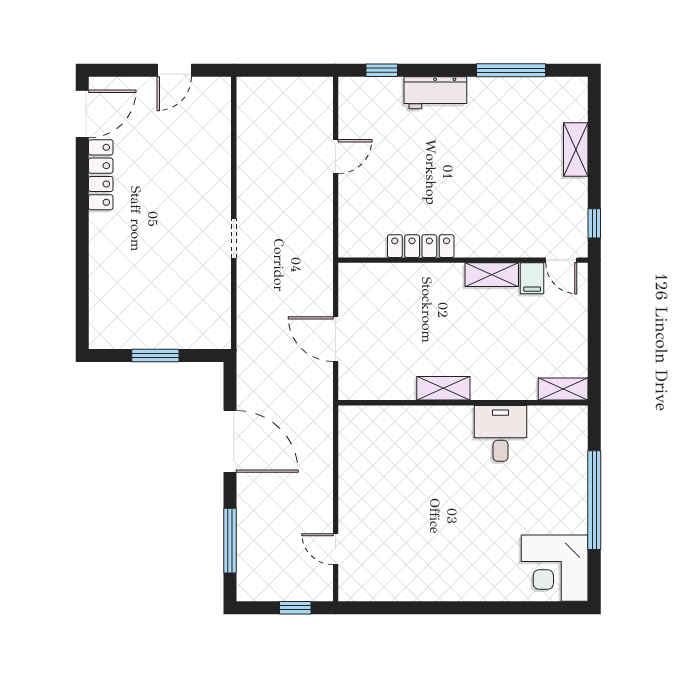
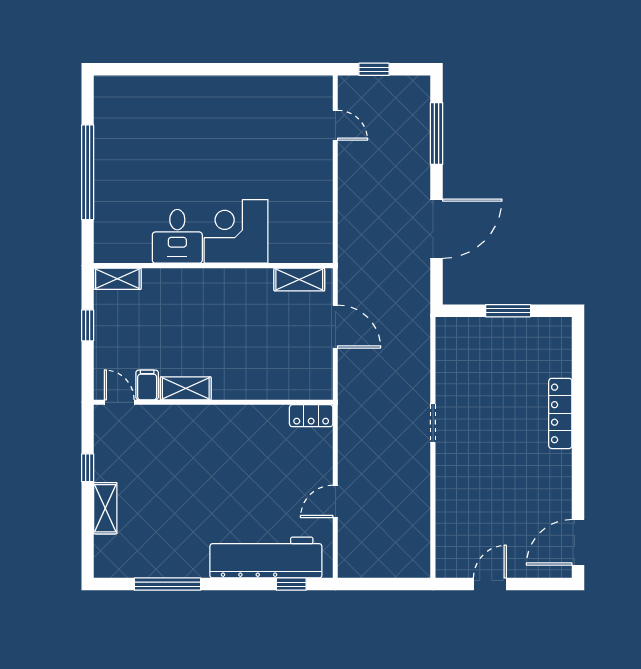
workbench: (435, 93) -> (266, 558), width x1.88, depth x1.32
locker: (101, 175) -> (560, 413), moved
window: (594, 223) -> (88, 468), moved
locker: (421, 246) -> (311, 416), moved, width x0.66
window: (594, 340) -> (88, 325), added
shelving: (443, 388) -> (299, 279), moved
door: (230, 441) -> (437, 229), swing flipped
corner desk: (555, 568) -> (236, 231), moved, turned -90

